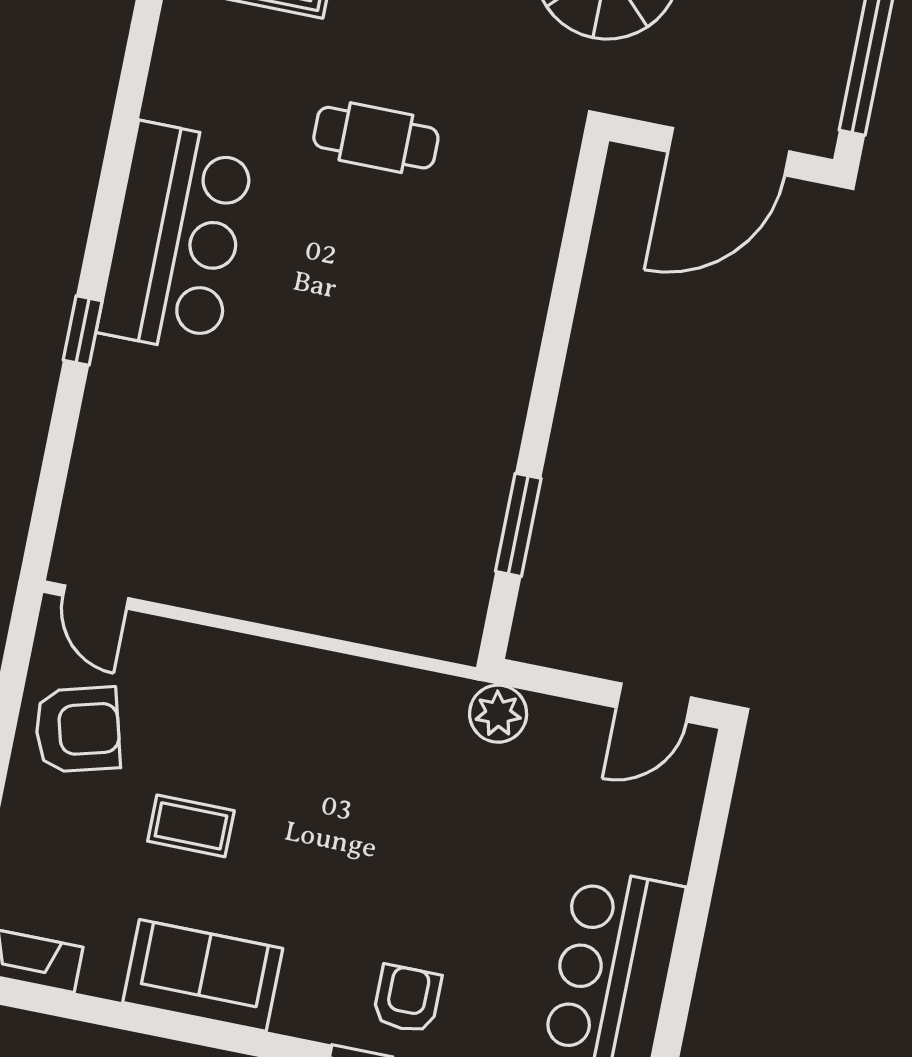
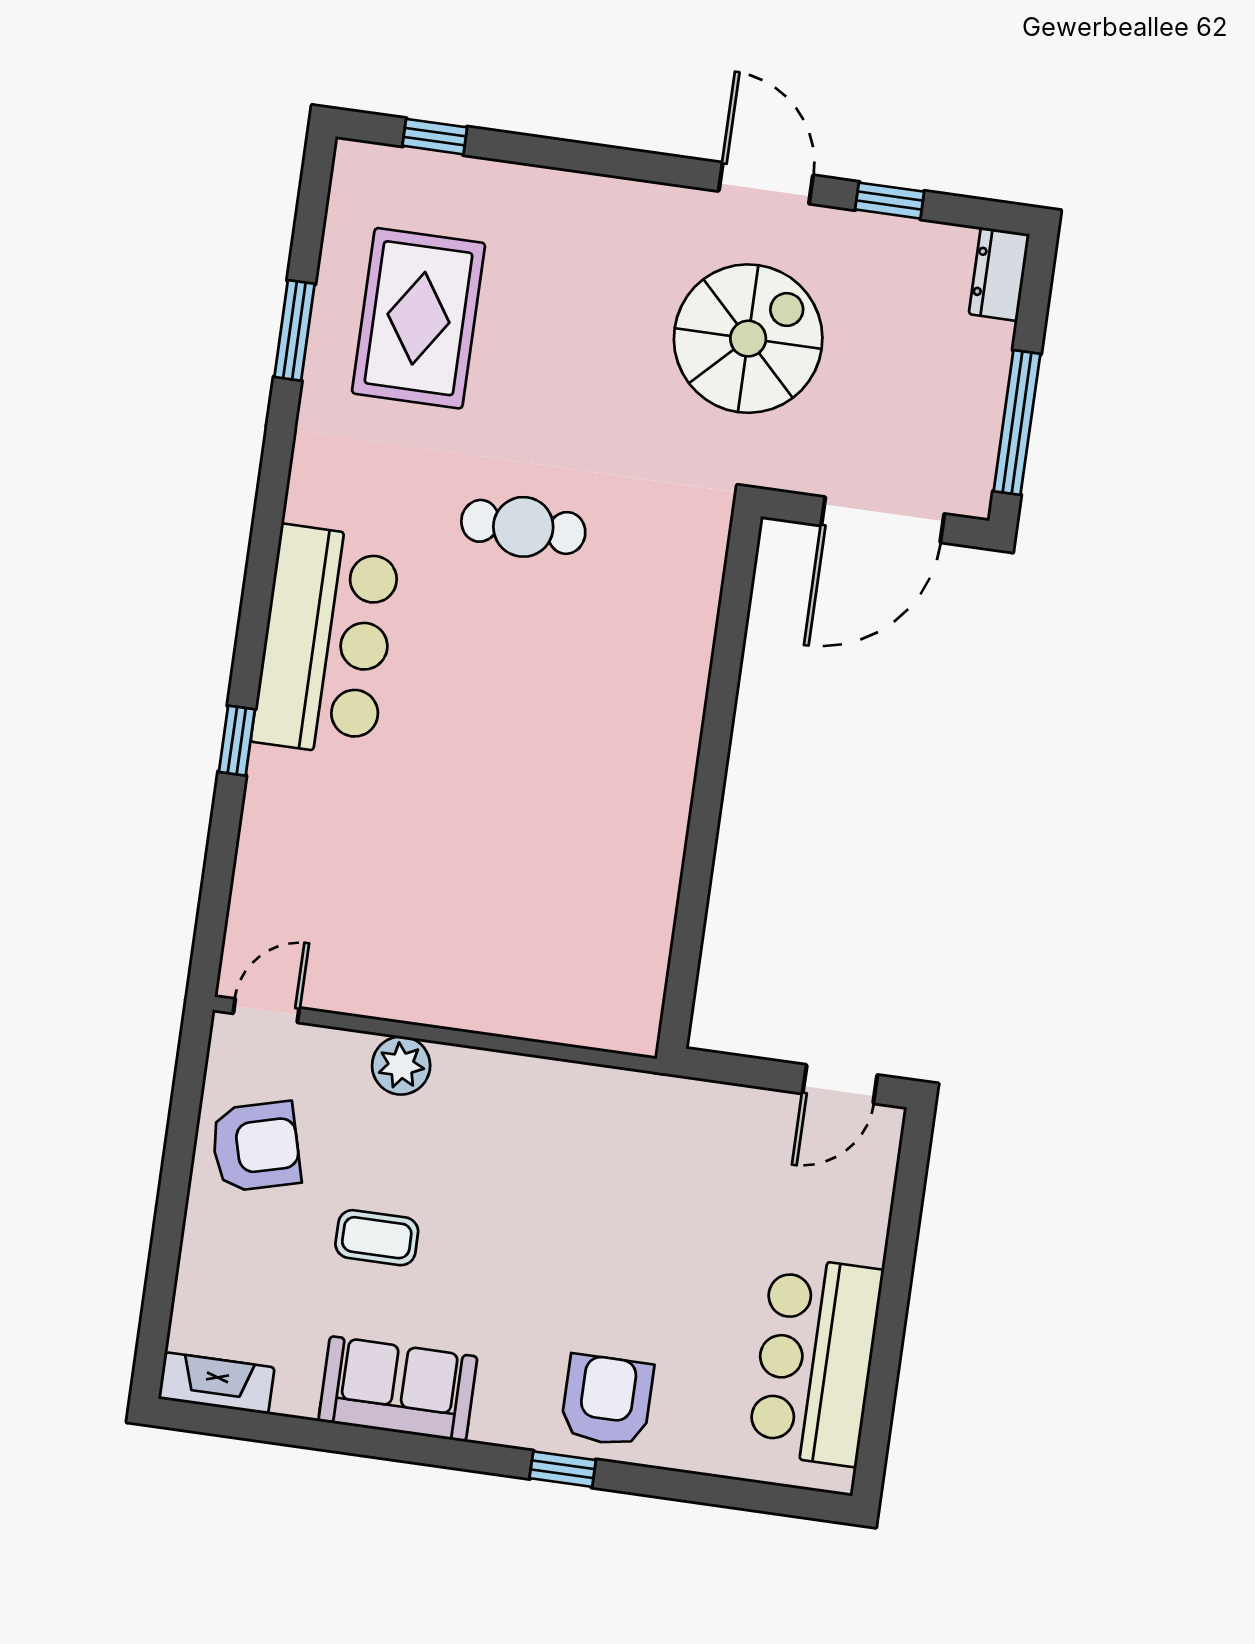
window: (518, 525) -> (691, 912), removed
door: (96, 597) -> (266, 1011), swing flipped
plant: (498, 714) -> (401, 1066), moved
armchair: (407, 999) -> (607, 1400), width x1.38, depth x1.38

